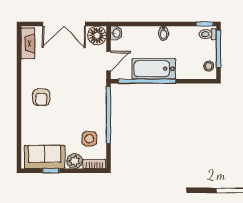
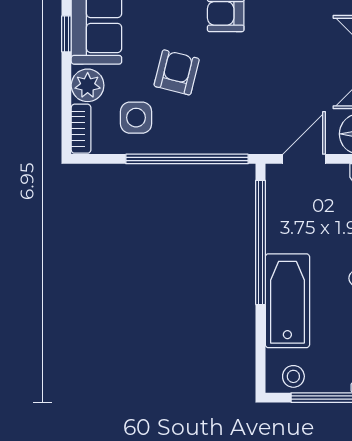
door: (108, 61) -> (304, 159), swing flipped
bathtub: (154, 69) -> (287, 301), moved
armchair: (69, 120) -> (177, 72), added

